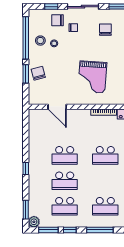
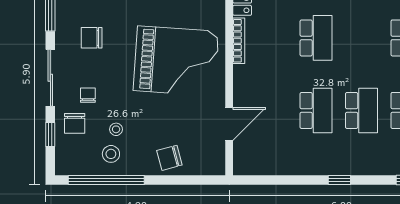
window: (26, 74) -> (170, 180), removed
grand piano: (92, 77) -> (176, 61), width x1.37, depth x1.48

